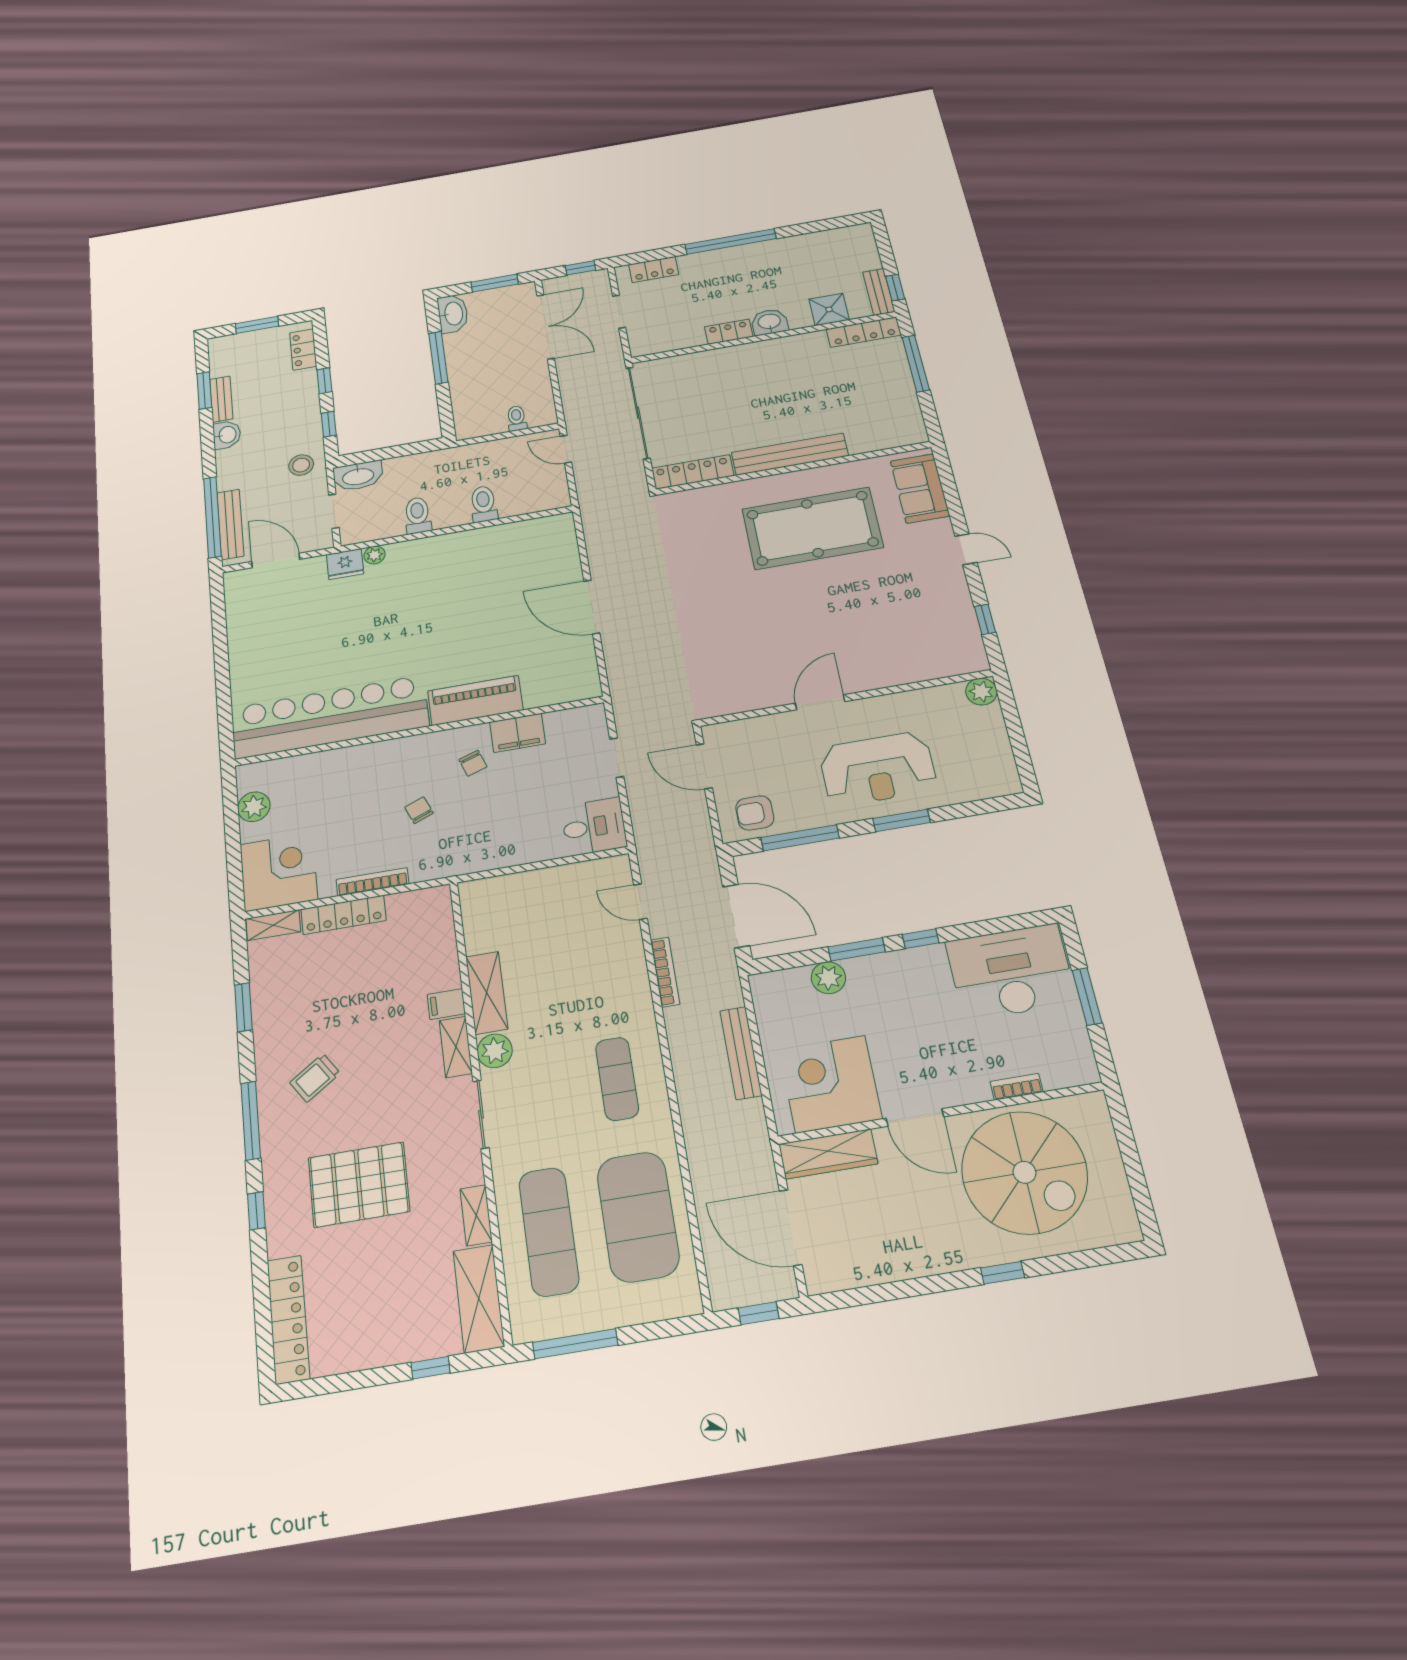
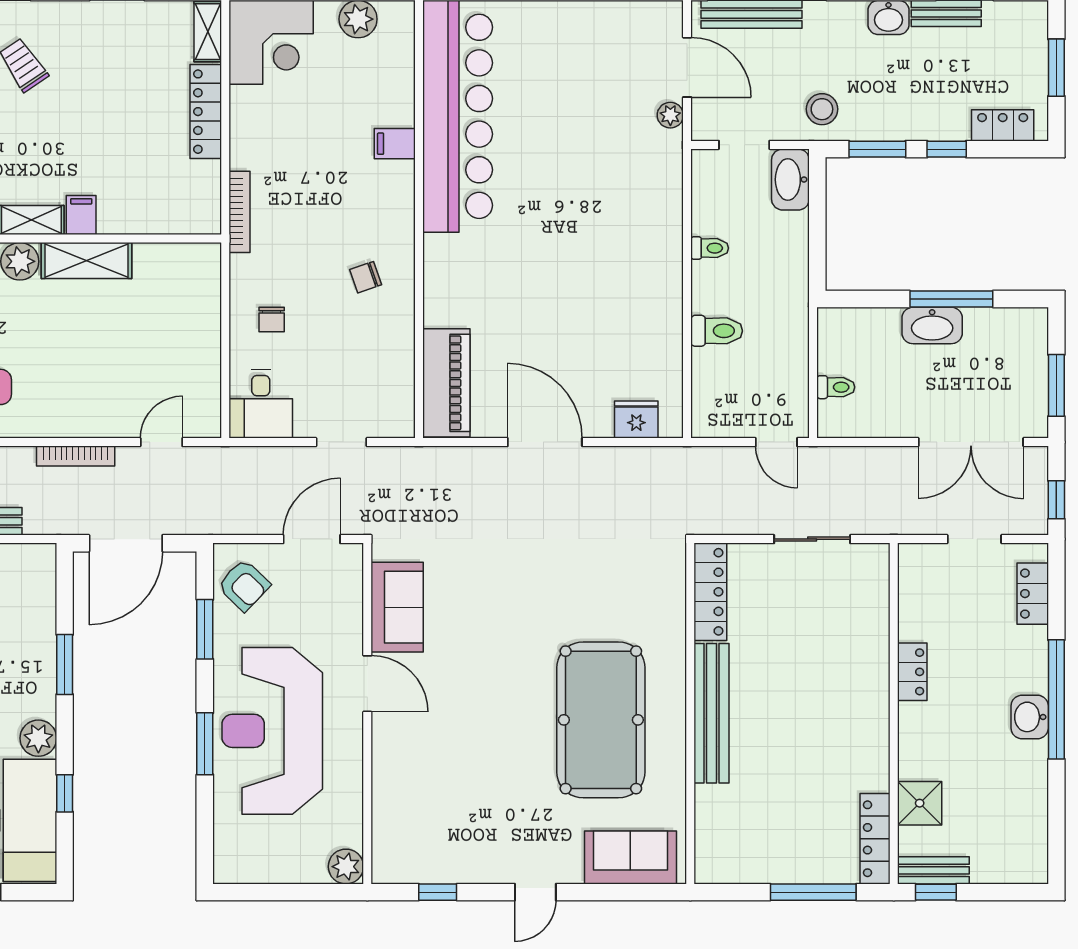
washbasin: (453, 314) -> (932, 325), moved
washbasin: (769, 322) -> (1030, 717), moved, turned 180
sliding door: (638, 413) -> (812, 539), width x0.54
window: (329, 424) -> (877, 149), width x1.50
door: (566, 449) -> (776, 442), swing flipped
toilet: (418, 515) -> (710, 248), width x0.73, depth x0.72
plant: (375, 555) -> (670, 115), moved
door: (276, 560) -> (687, 67), hinge flipped
fridge: (345, 564) -> (636, 420), moved, turned 90
door: (592, 607) -> (545, 442), hinge flipped
sofa: (750, 691) -> (397, 607), added
piano: (475, 700) -> (446, 383), moved
filing cabinet: (518, 733) -> (395, 144), moved, width x0.50
reception desk: (878, 769) -> (272, 731), width x1.36, depth x1.30
chair: (419, 810) -> (272, 319), moved, turned 112
armchair: (755, 813) -> (244, 585), turned 134
window: (800, 838) -> (205, 629), width x0.69
bookcase: (372, 882) -> (239, 212), moved
window: (921, 939) -> (65, 793), moved
plant: (828, 978) -> (38, 738), moved

